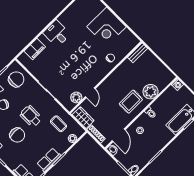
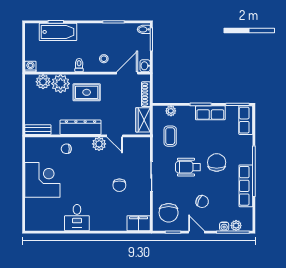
desk: (57, 34) -> (77, 218), moved
filing cabinet: (35, 49) -> (139, 223), moved
chair: (60, 67) -> (119, 185), added
dresser: (115, 78) -> (81, 127), added
chair: (16, 79) -> (169, 213), turned -90
plant: (162, 83) -> (43, 82), added
door: (90, 93) -> (115, 136), swing flipped
plant: (76, 97) -> (99, 144), moved
wheelchair: (31, 116) -> (188, 167), turned 90

